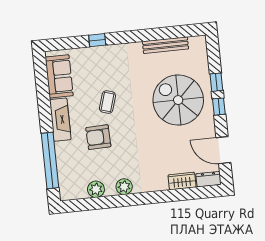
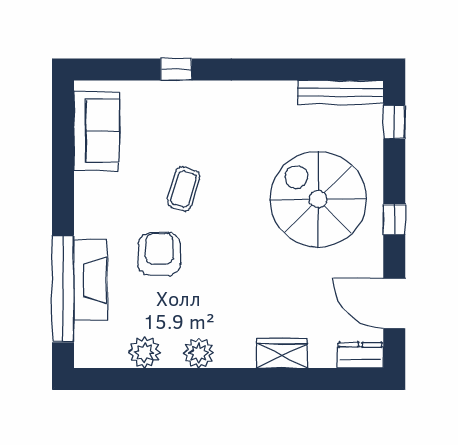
bench: (165, 45) -> (340, 92), moved
window: (216, 82) -> (394, 122), moved
fireplace: (60, 120) -> (90, 280), moved
armchair: (98, 137) -> (159, 254), turned 92
wardrobe: (182, 181) -> (282, 354), moved

